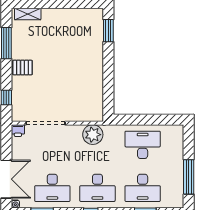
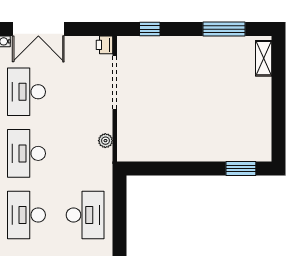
pallet: (22, 68) -> (191, 51), removed
plant: (93, 135) -> (105, 141), width x0.53, depth x0.53

